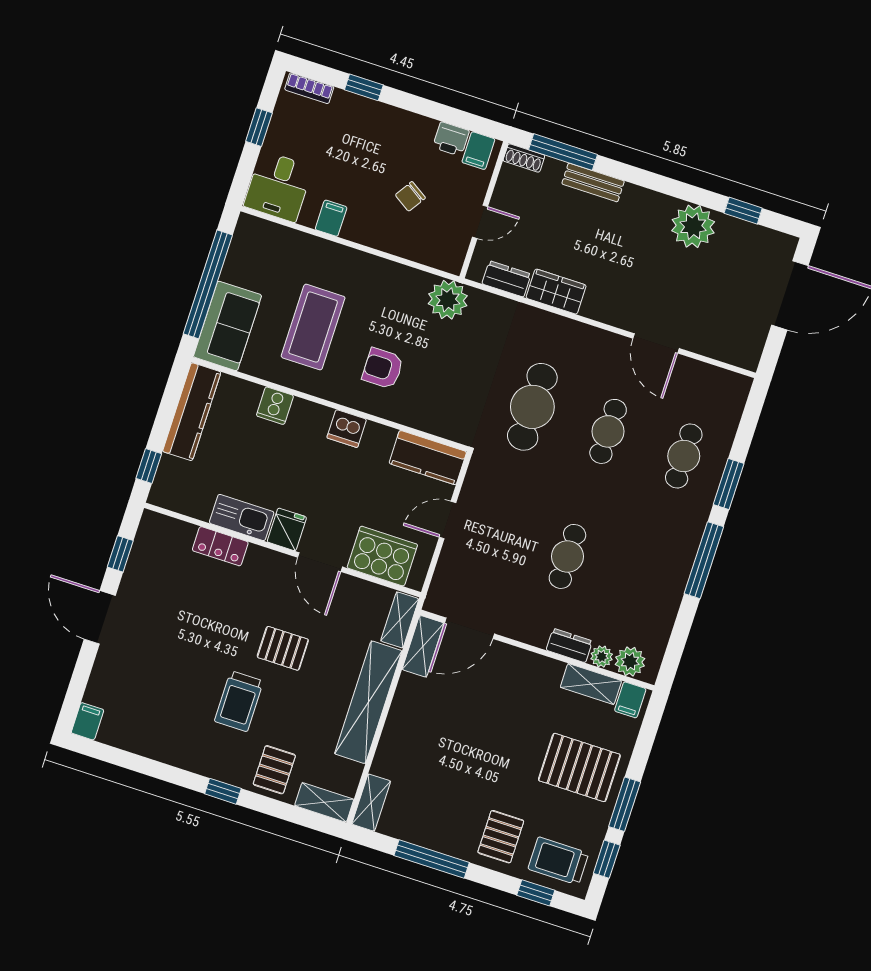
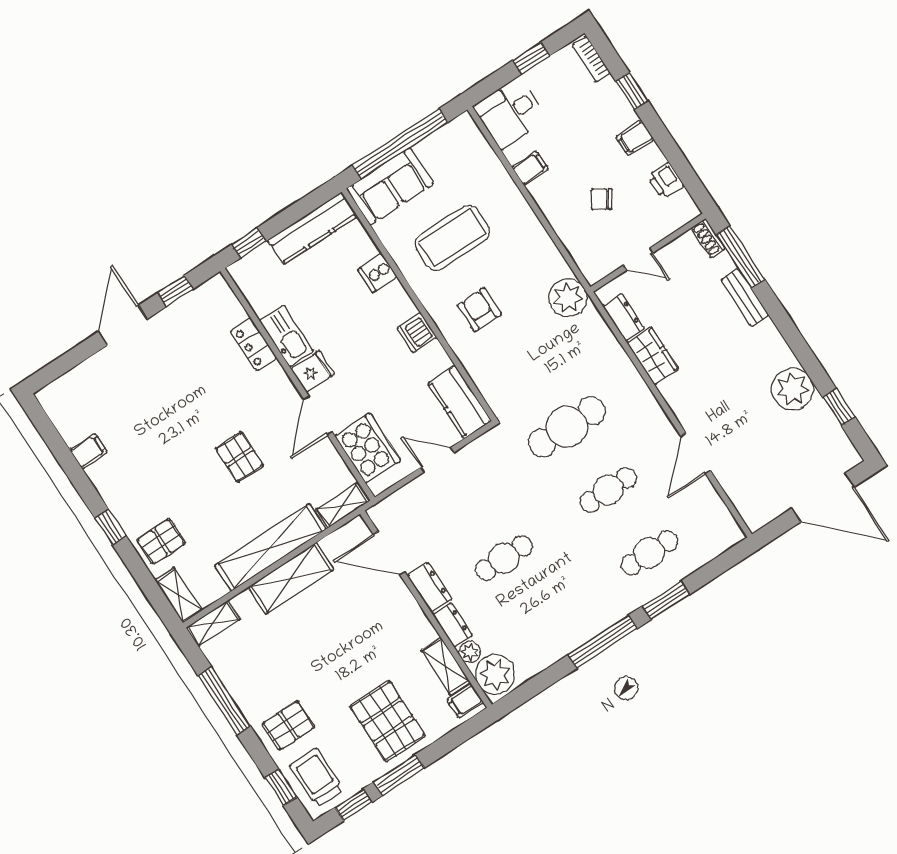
filing cabinet: (478, 151) -> (635, 138), moved
dresser: (526, 630) -> (430, 587), added
shelving: (423, 646) -> (291, 578), moved, width x1.50, depth x1.33
plant: (630, 662) -> (495, 674), width x1.36, depth x1.36
trolley: (239, 701) -> (176, 470), removed
filing cabinet: (87, 721) -> (89, 451), moved

